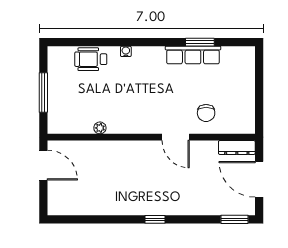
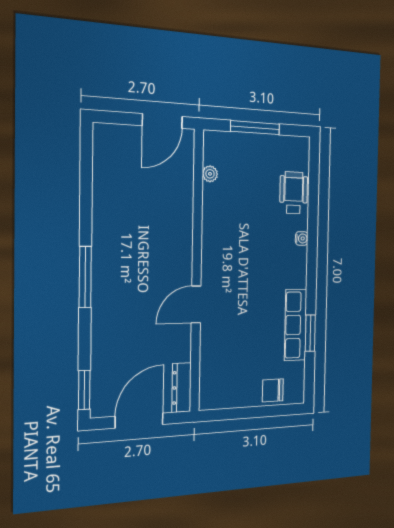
chair: (206, 113) -> (273, 390), moved
plant: (100, 128) -> (210, 174), moved
window: (155, 219) -> (85, 277), width x2.17

